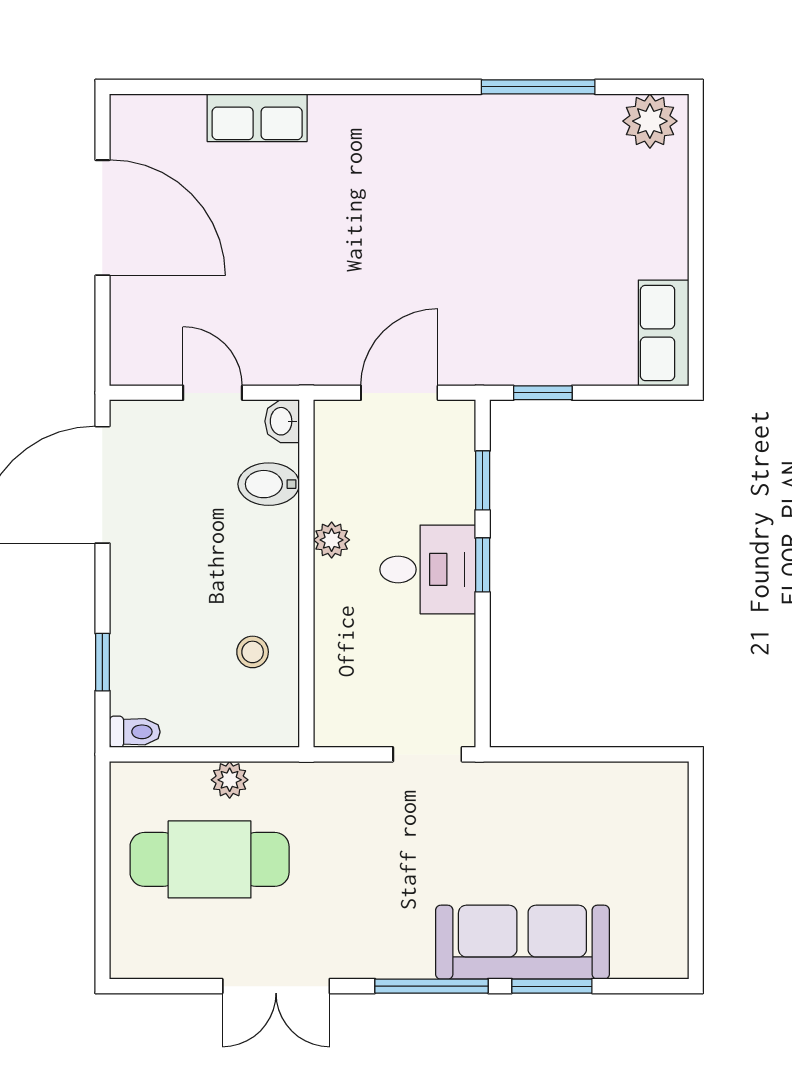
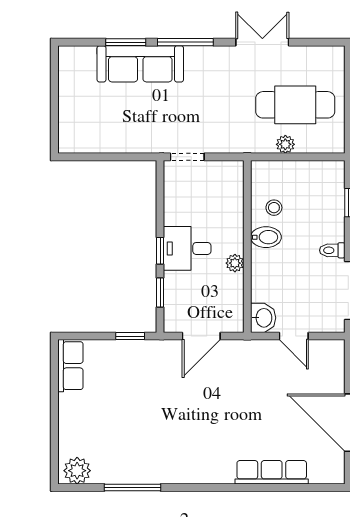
row of seats: (257, 118) -> (272, 472), width x1.48
washbasin: (282, 421) -> (263, 318), width x1.38, depth x1.45
bidet: (269, 484) -> (266, 237), moved
toilet: (135, 732) -> (332, 250), moved

